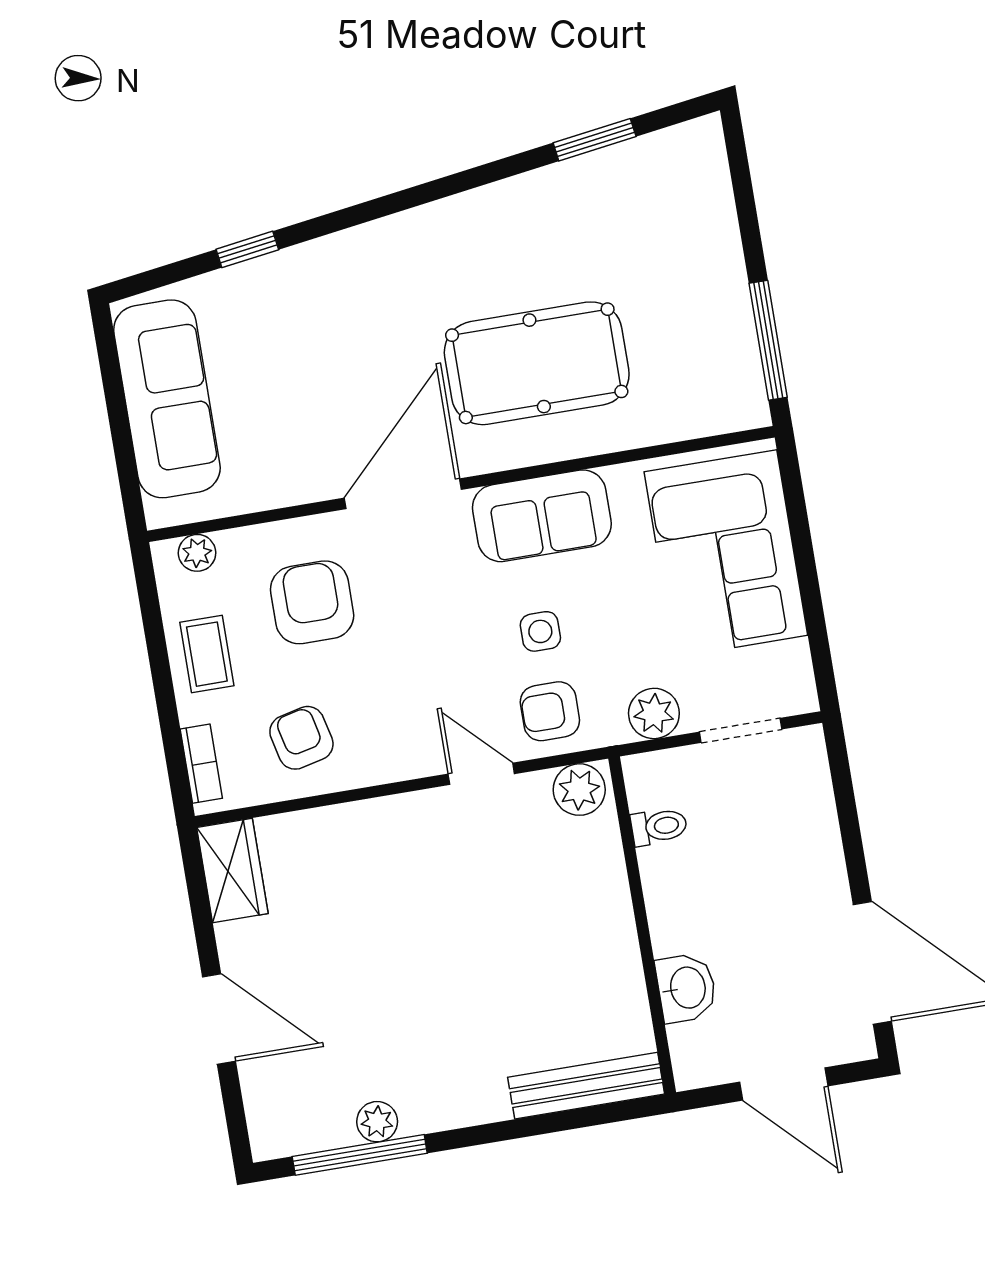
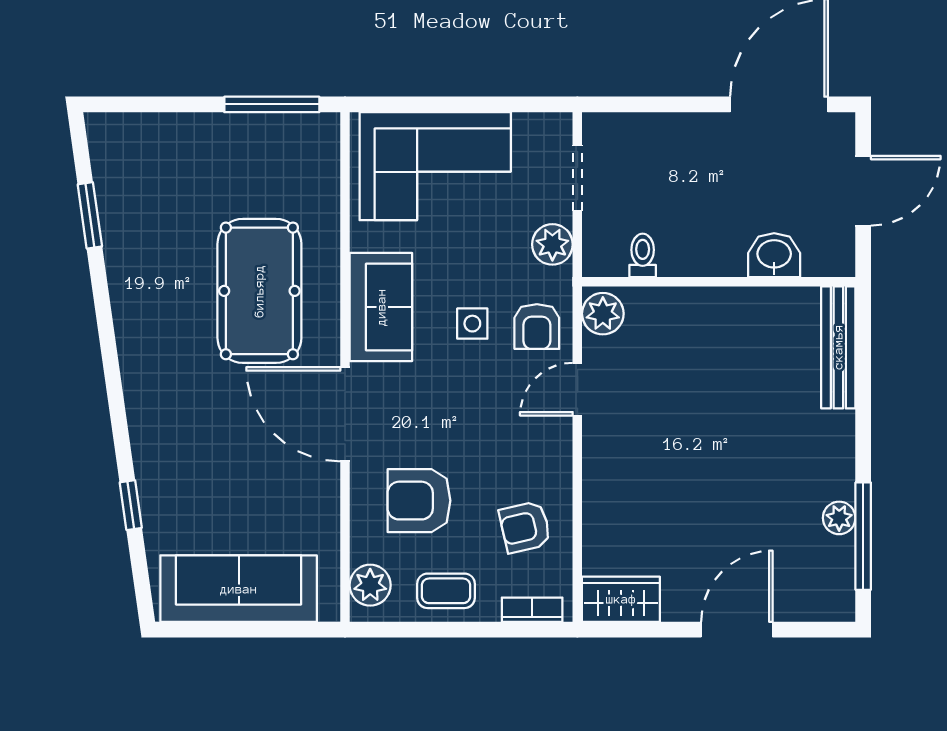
plant: (197, 553) -> (370, 585), width x1.38, depth x1.38

